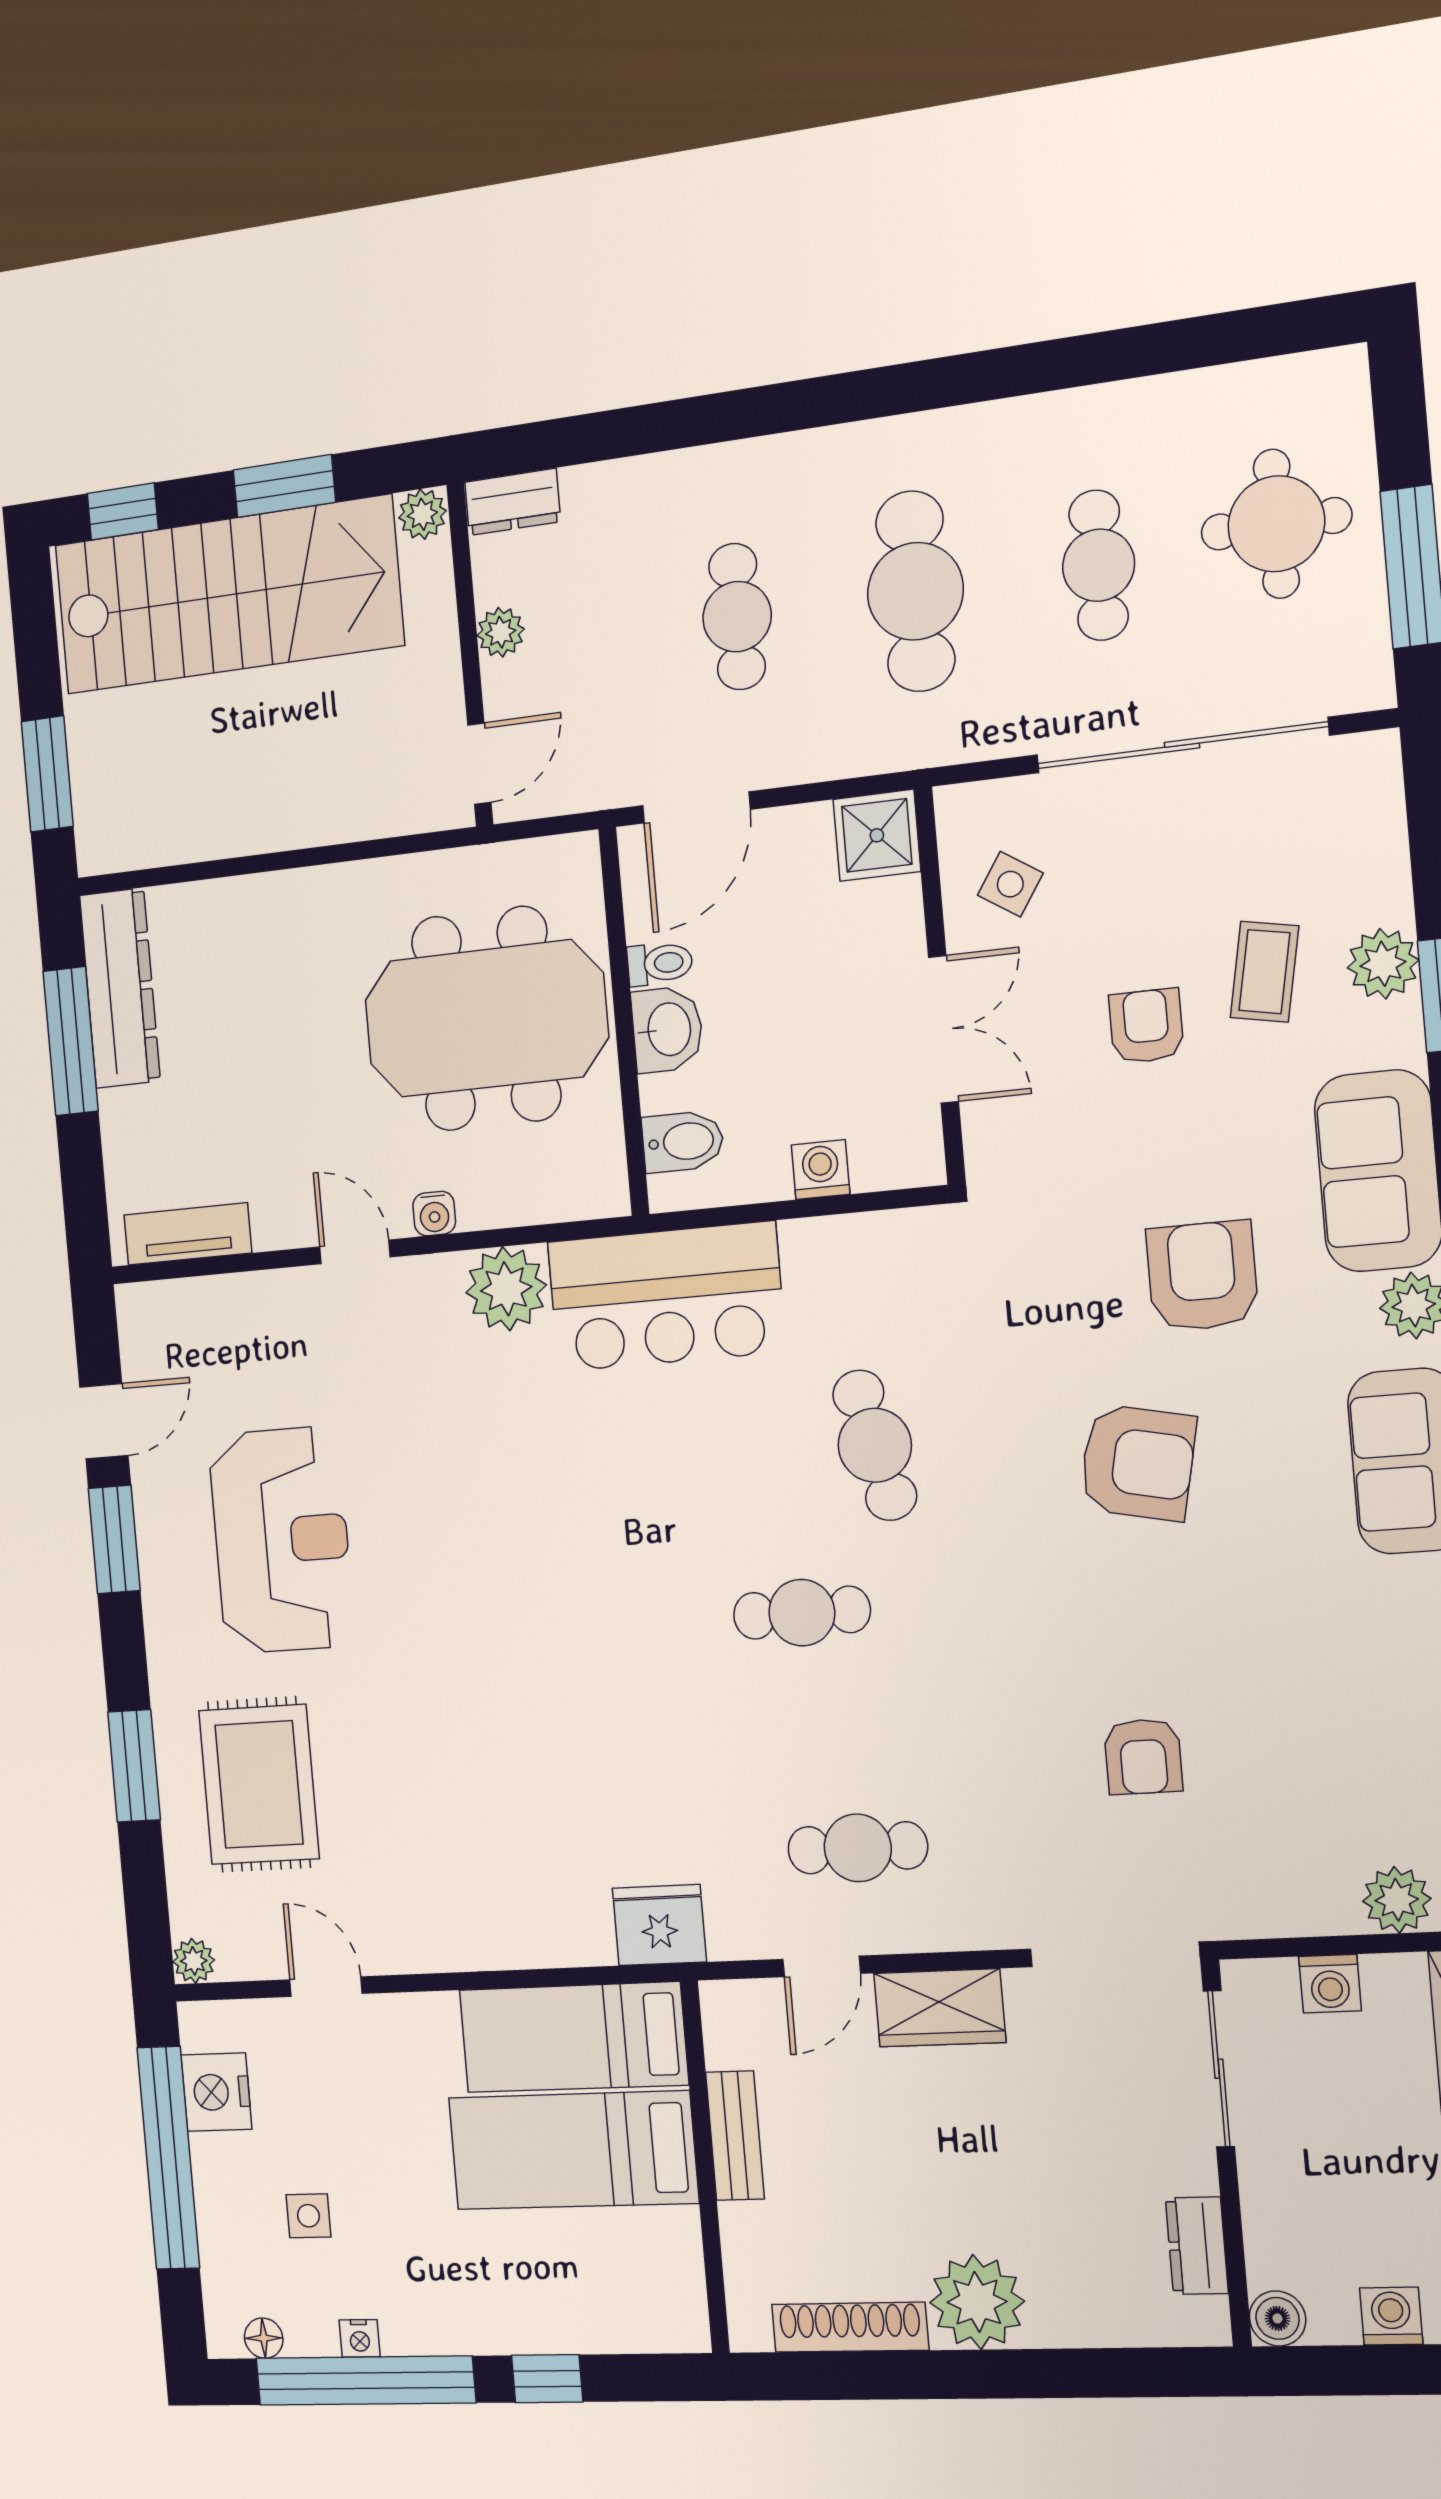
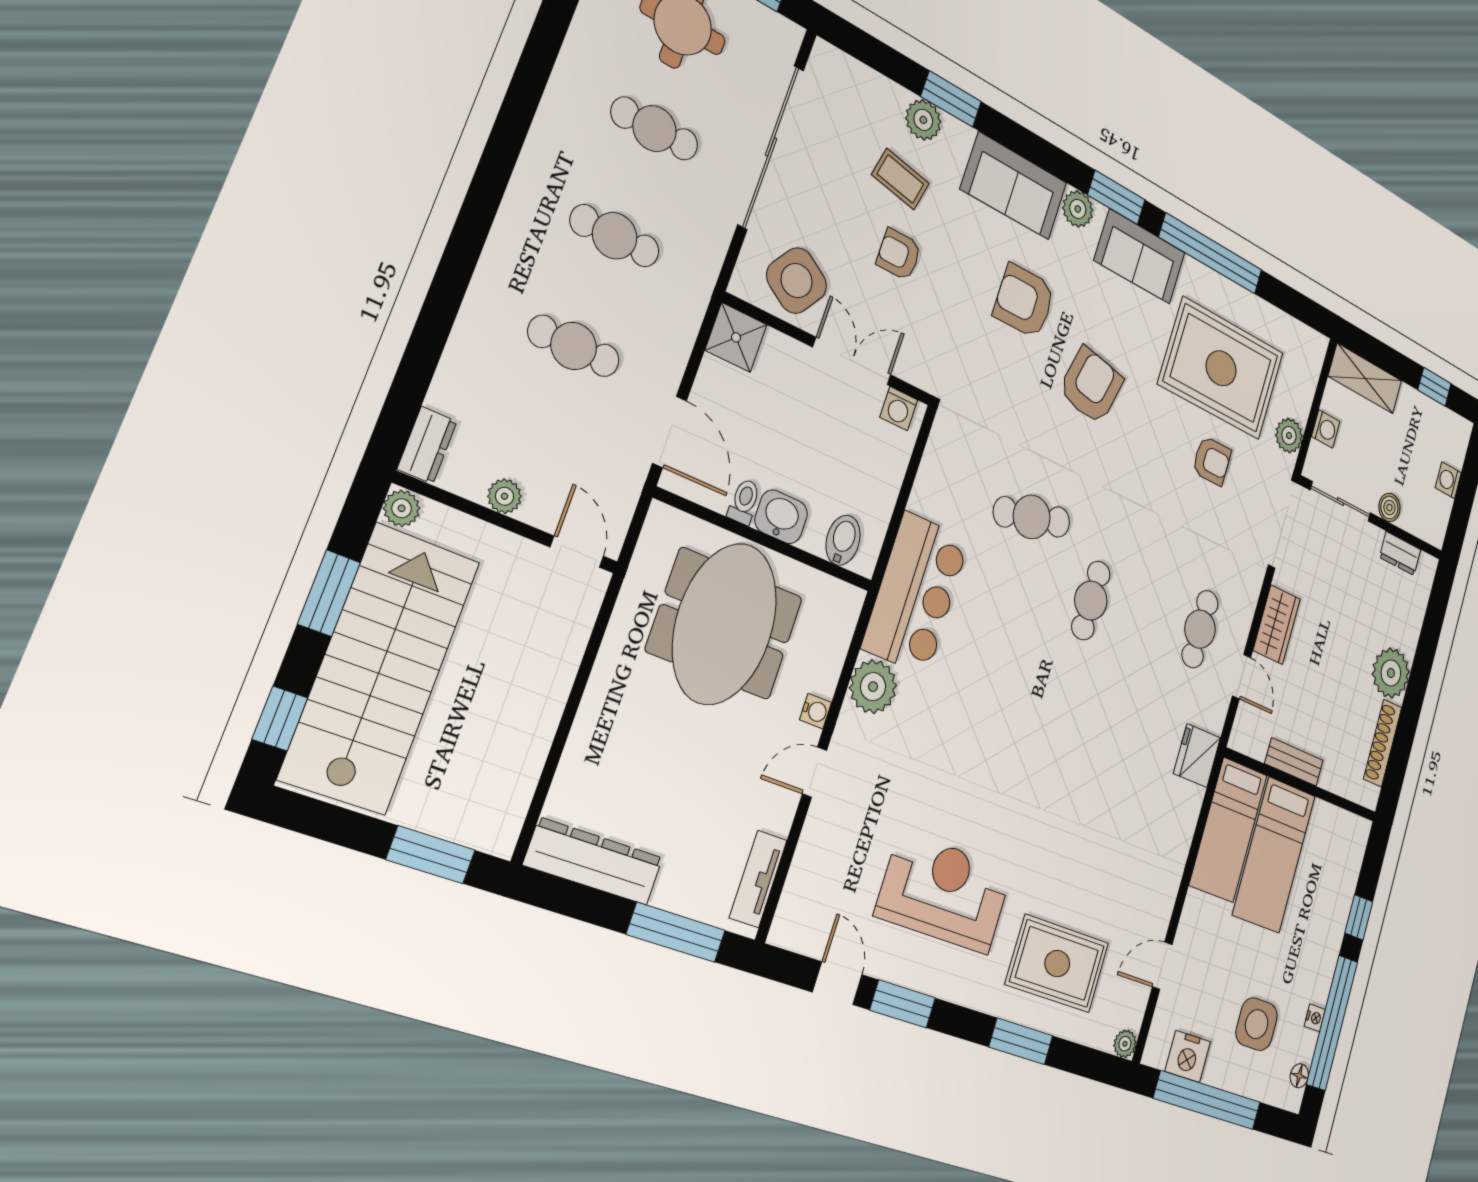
cafe table: (915, 591) -> (615, 236), width x0.73, depth x0.74
side table: (1010, 884) -> (797, 281), width x1.87, depth x1.87
window: (71, 1041) -> (676, 932), moved
washing machine: (821, 1170) -> (899, 409), moved, turned -90
rug: (1311, 1710) -> (1221, 368), added
plant: (1397, 1900) -> (1289, 436), moved
side table: (308, 2216) -> (1257, 1024), width x1.87, depth x1.87
boiler: (1278, 2318) -> (1389, 508), moved

